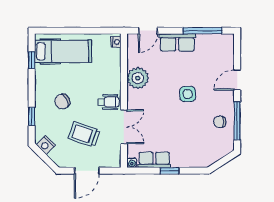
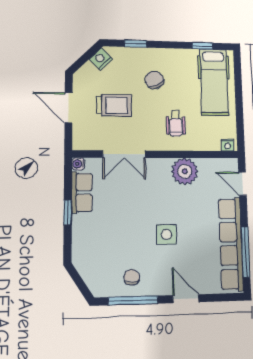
row of seats: (177, 42) -> (231, 244), width x2.02
wheelchair: (108, 102) -> (176, 123), moved
trolley: (84, 134) -> (114, 105), turned 71

